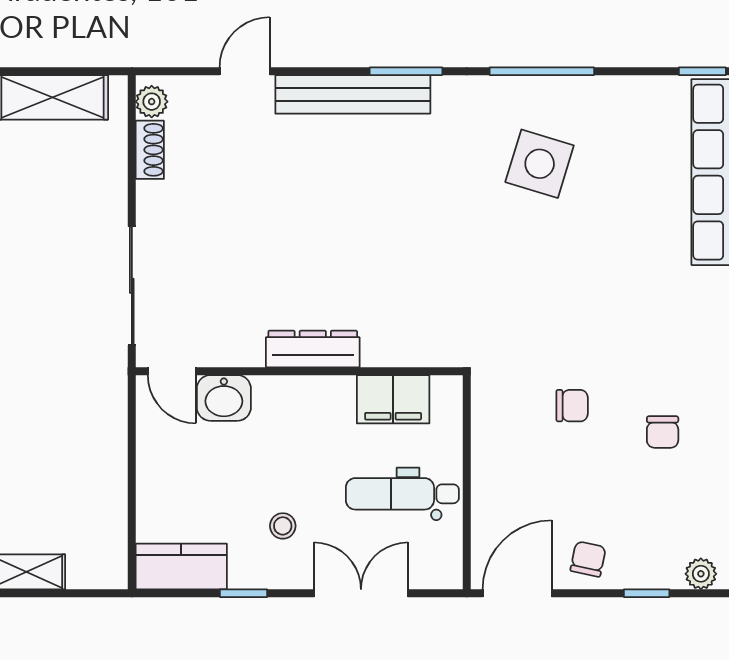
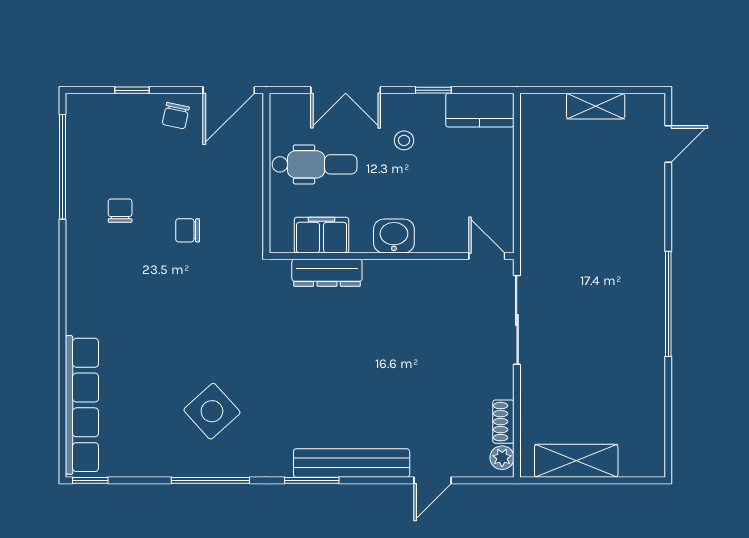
side table: (540, 164) -> (212, 411), turned 31
dresser: (313, 349) -> (327, 273), moved
washbasin: (224, 398) -> (394, 236), moved
plant: (701, 574) -> (91, 105), removed

